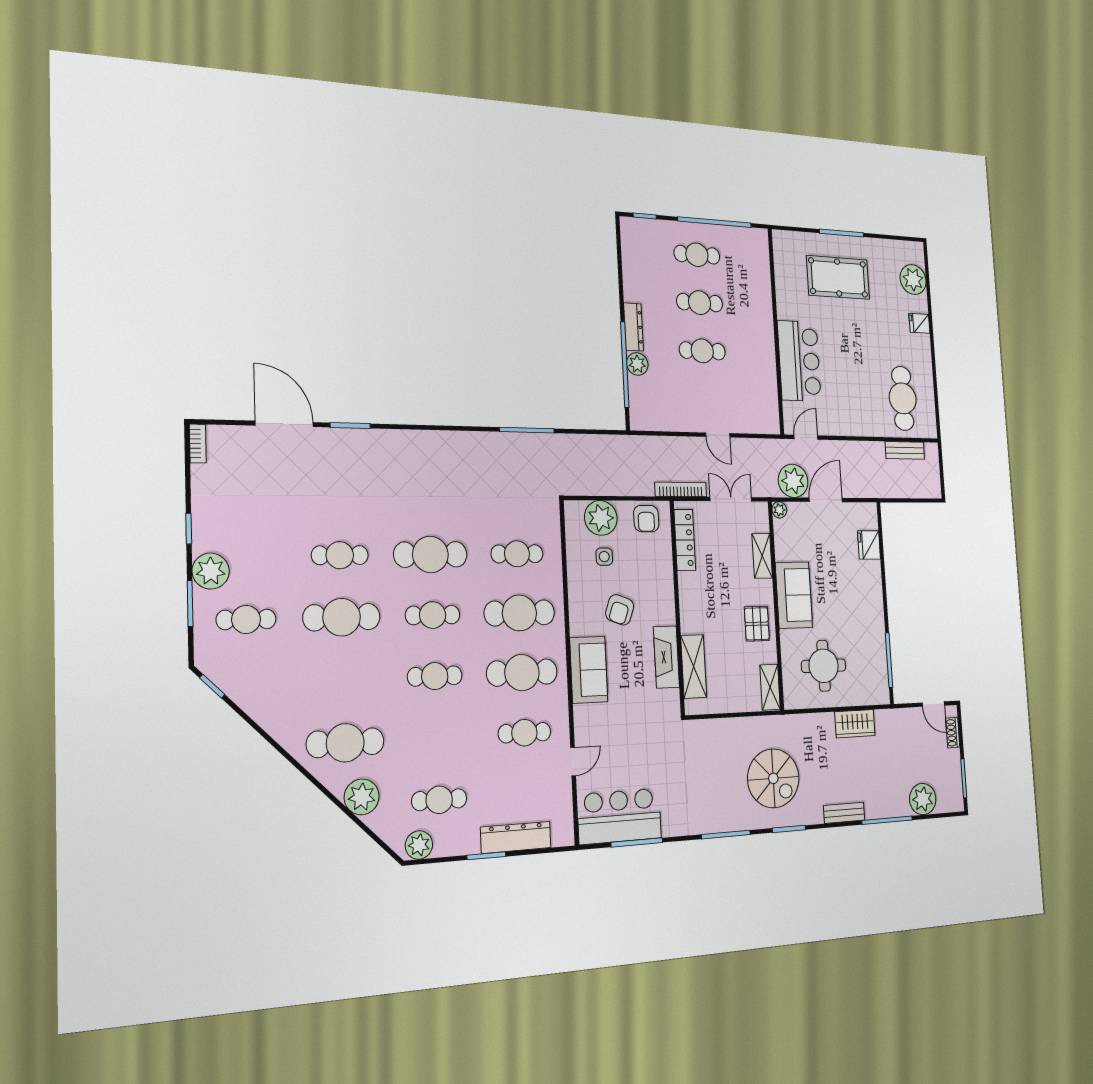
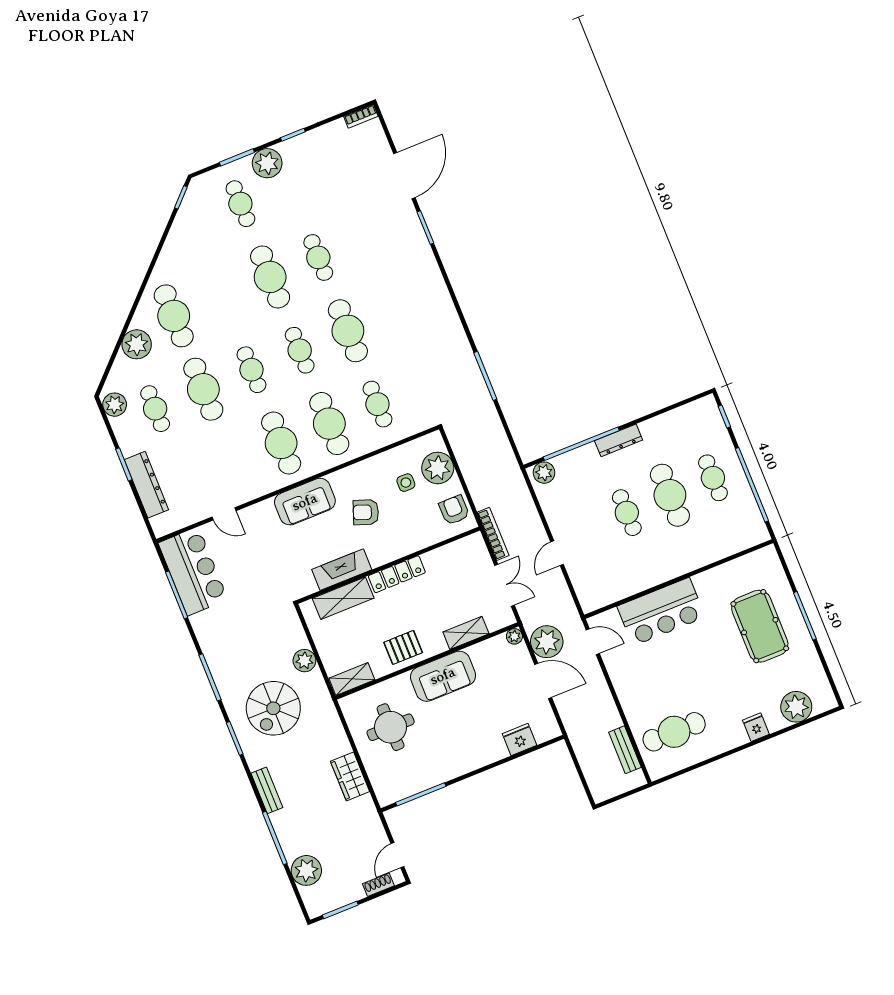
cafe table: (700, 303) -> (670, 495), width x1.37, depth x1.35
plant: (637, 364) -> (544, 473), moved
armchair: (646, 519) -> (454, 510), turned 90
locker: (685, 540) -> (397, 574), moved
plant: (739, 729) -> (304, 661), added
cafe table: (524, 733) -> (203, 389), moved, width x1.37, depth x1.35

